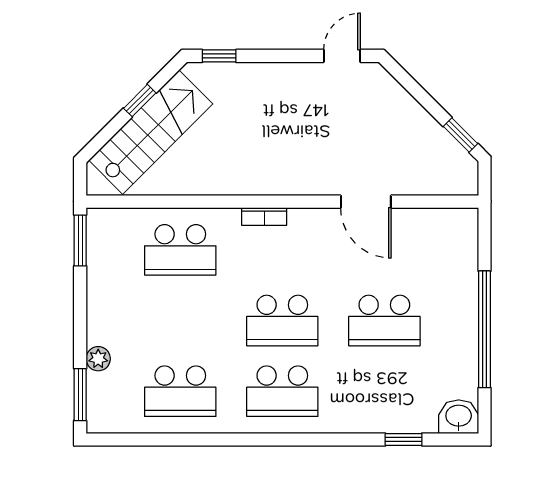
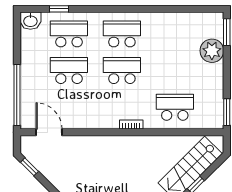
door: (366, 202) -> (49, 132), moved
window: (484, 329) -> (17, 95), moved
plant: (98, 359) -> (212, 51), width x1.88, depth x1.88
school desk: (180, 391) -> (69, 34), moved

